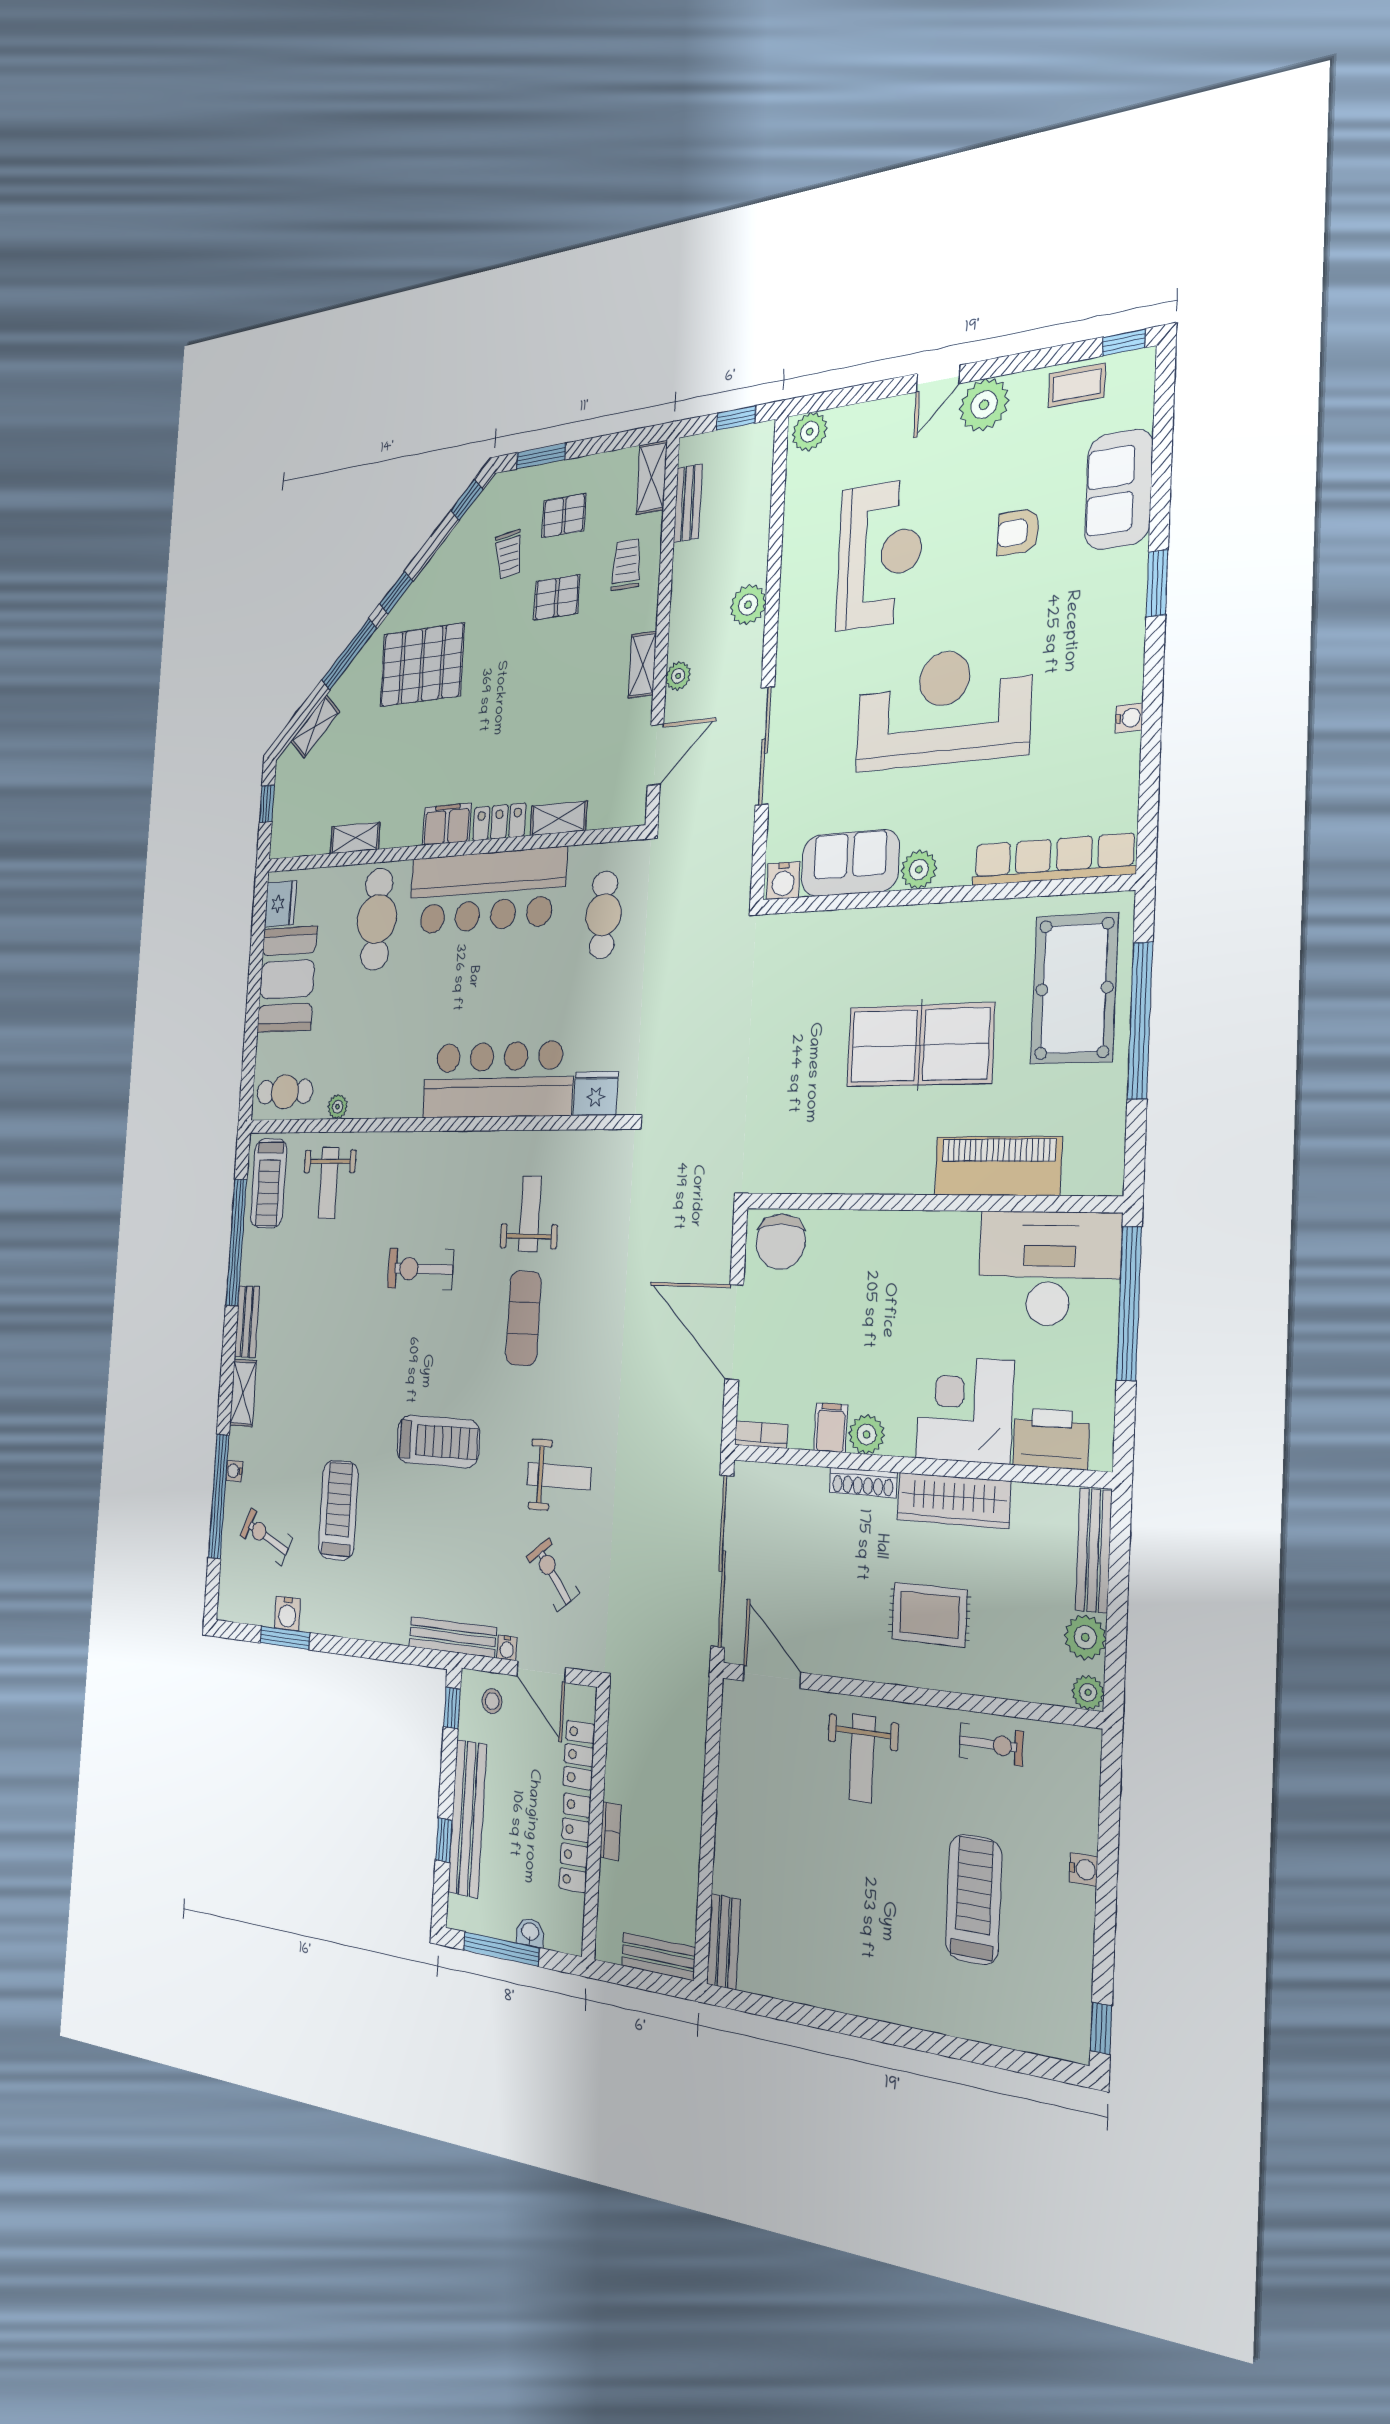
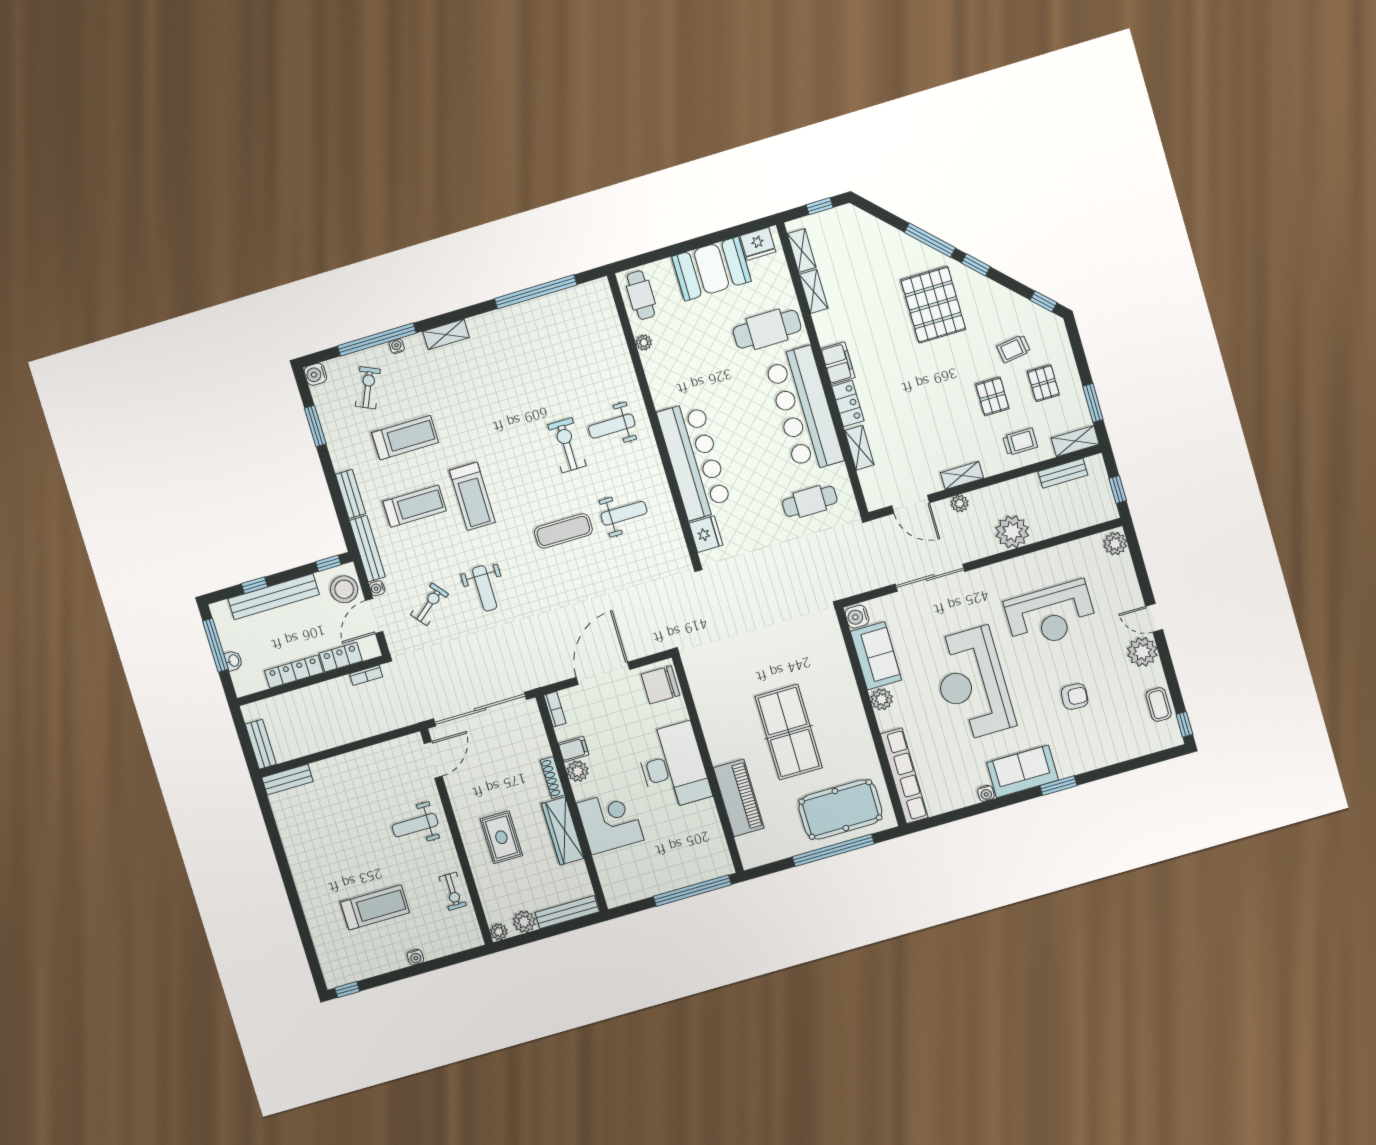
window: (541, 456) -> (1093, 403), moved
sofa: (1119, 489) -> (1023, 771), moved
armchair: (1018, 532) -> (1075, 696), turned 94
plant: (748, 605) -> (1012, 532), width x1.36, depth x1.36
reception desk: (943, 708) -> (972, 684), turned 180
shelving: (315, 726) -> (802, 251), moved, turned 45
treadmill: (269, 1183) -> (415, 506), moved, turned 180
weight bench: (329, 1183) -> (612, 426), moved
desk: (1049, 1268) -> (673, 766), moved
bench: (247, 1322) -> (351, 494), moved, turned 90
printer: (1051, 1439) -> (613, 872), removed
water cooler: (287, 1613) -> (315, 374), moved
stool: (492, 1701) -> (344, 589), width x1.89, depth x1.89
bookcase: (610, 1831) -> (366, 675), moved

